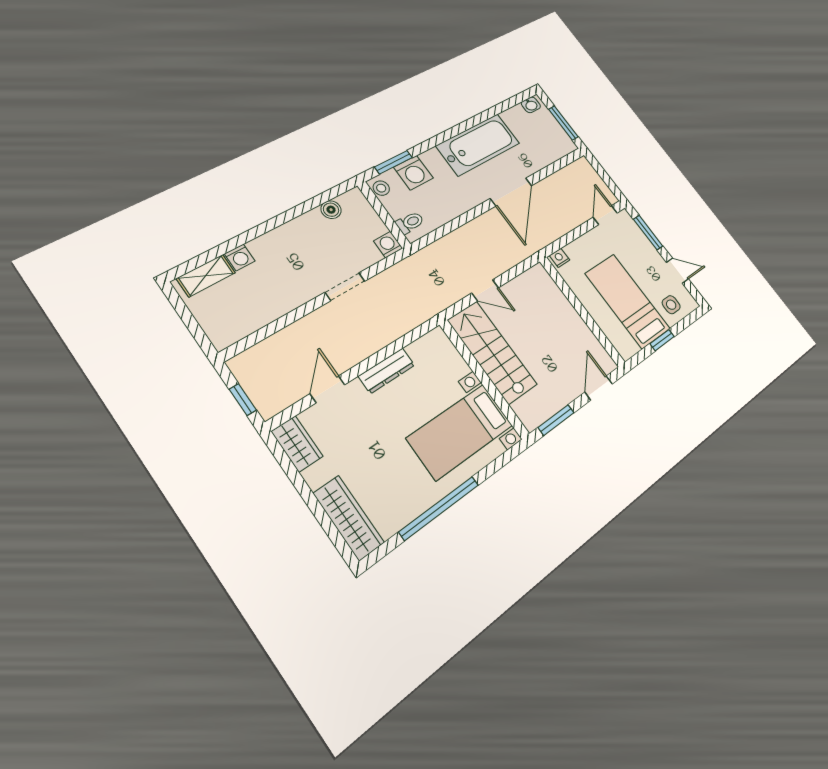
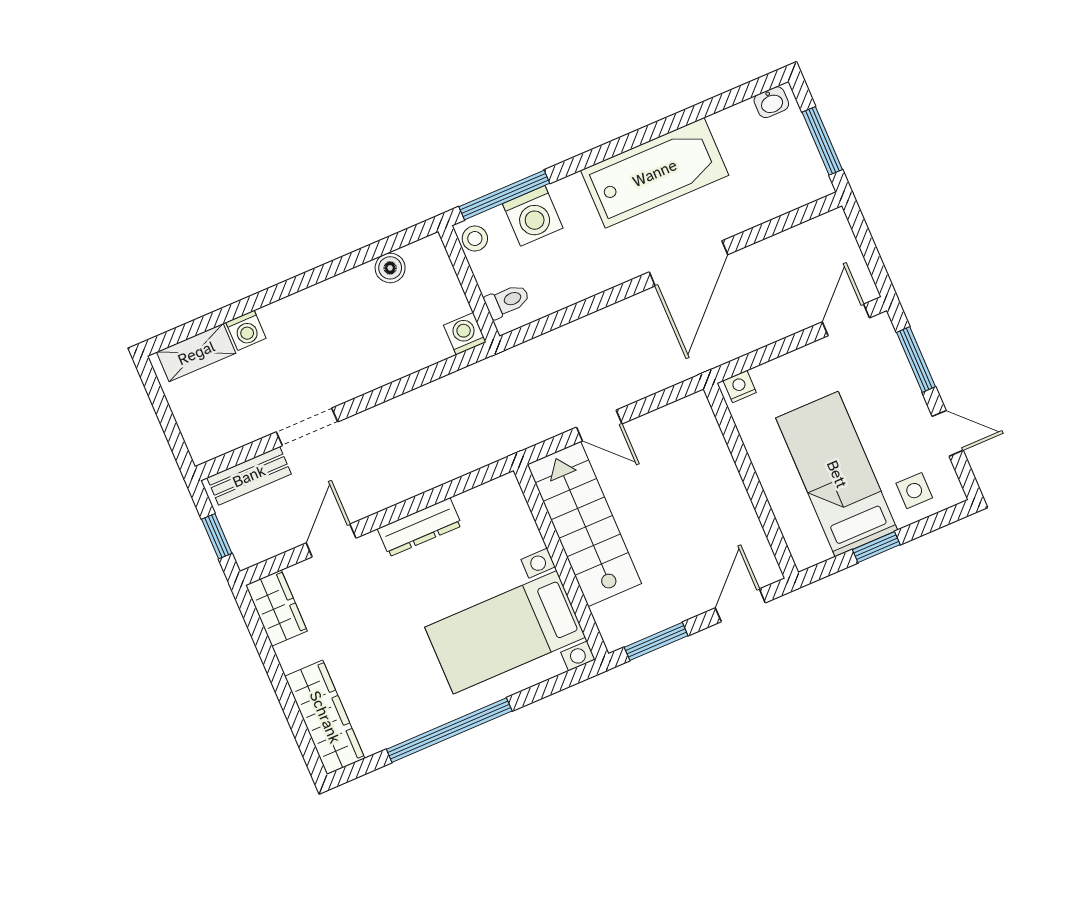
window: (393, 162) -> (504, 195), width x1.44
doorway: (345, 287) -> (307, 427), moved
bench: (260, 354) -> (249, 476), added

